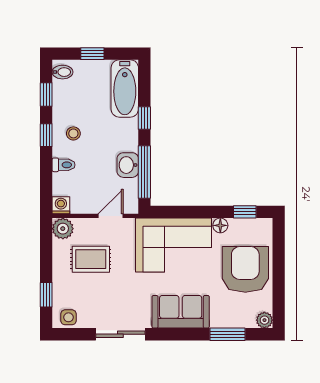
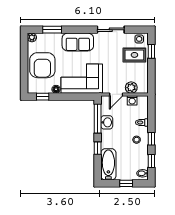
washing machine: (61, 205) -> (132, 100), moved
plant: (63, 229) -> (131, 88), moved
rug: (91, 259) -> (134, 55), moved

